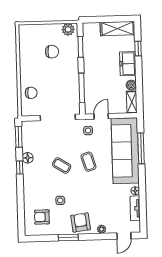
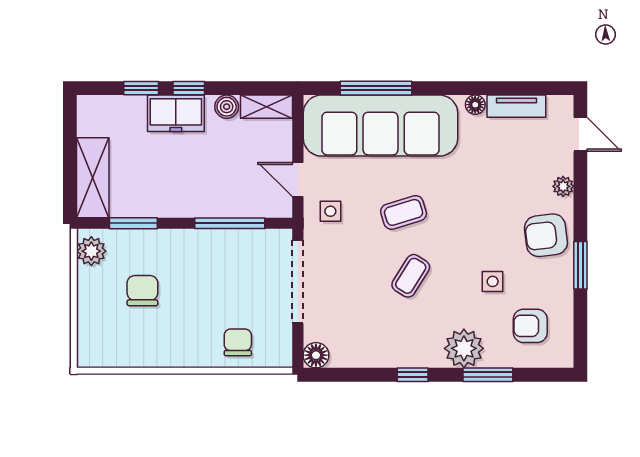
shelving: (117, 29) -> (93, 178), moved
window: (139, 69) -> (189, 88), added
window: (19, 137) -> (488, 375), moved
floor lamp: (28, 158) -> (316, 355), moved
plant: (31, 189) -> (464, 348), added
armchair: (42, 217) -> (530, 326), turned 90

